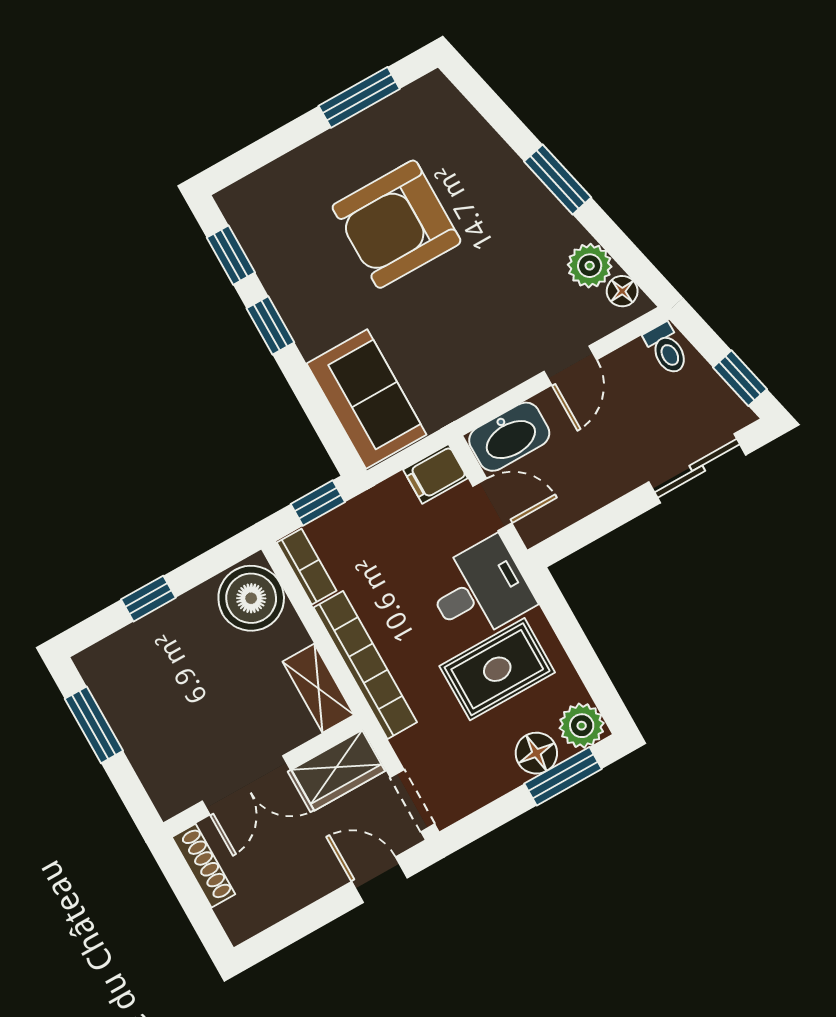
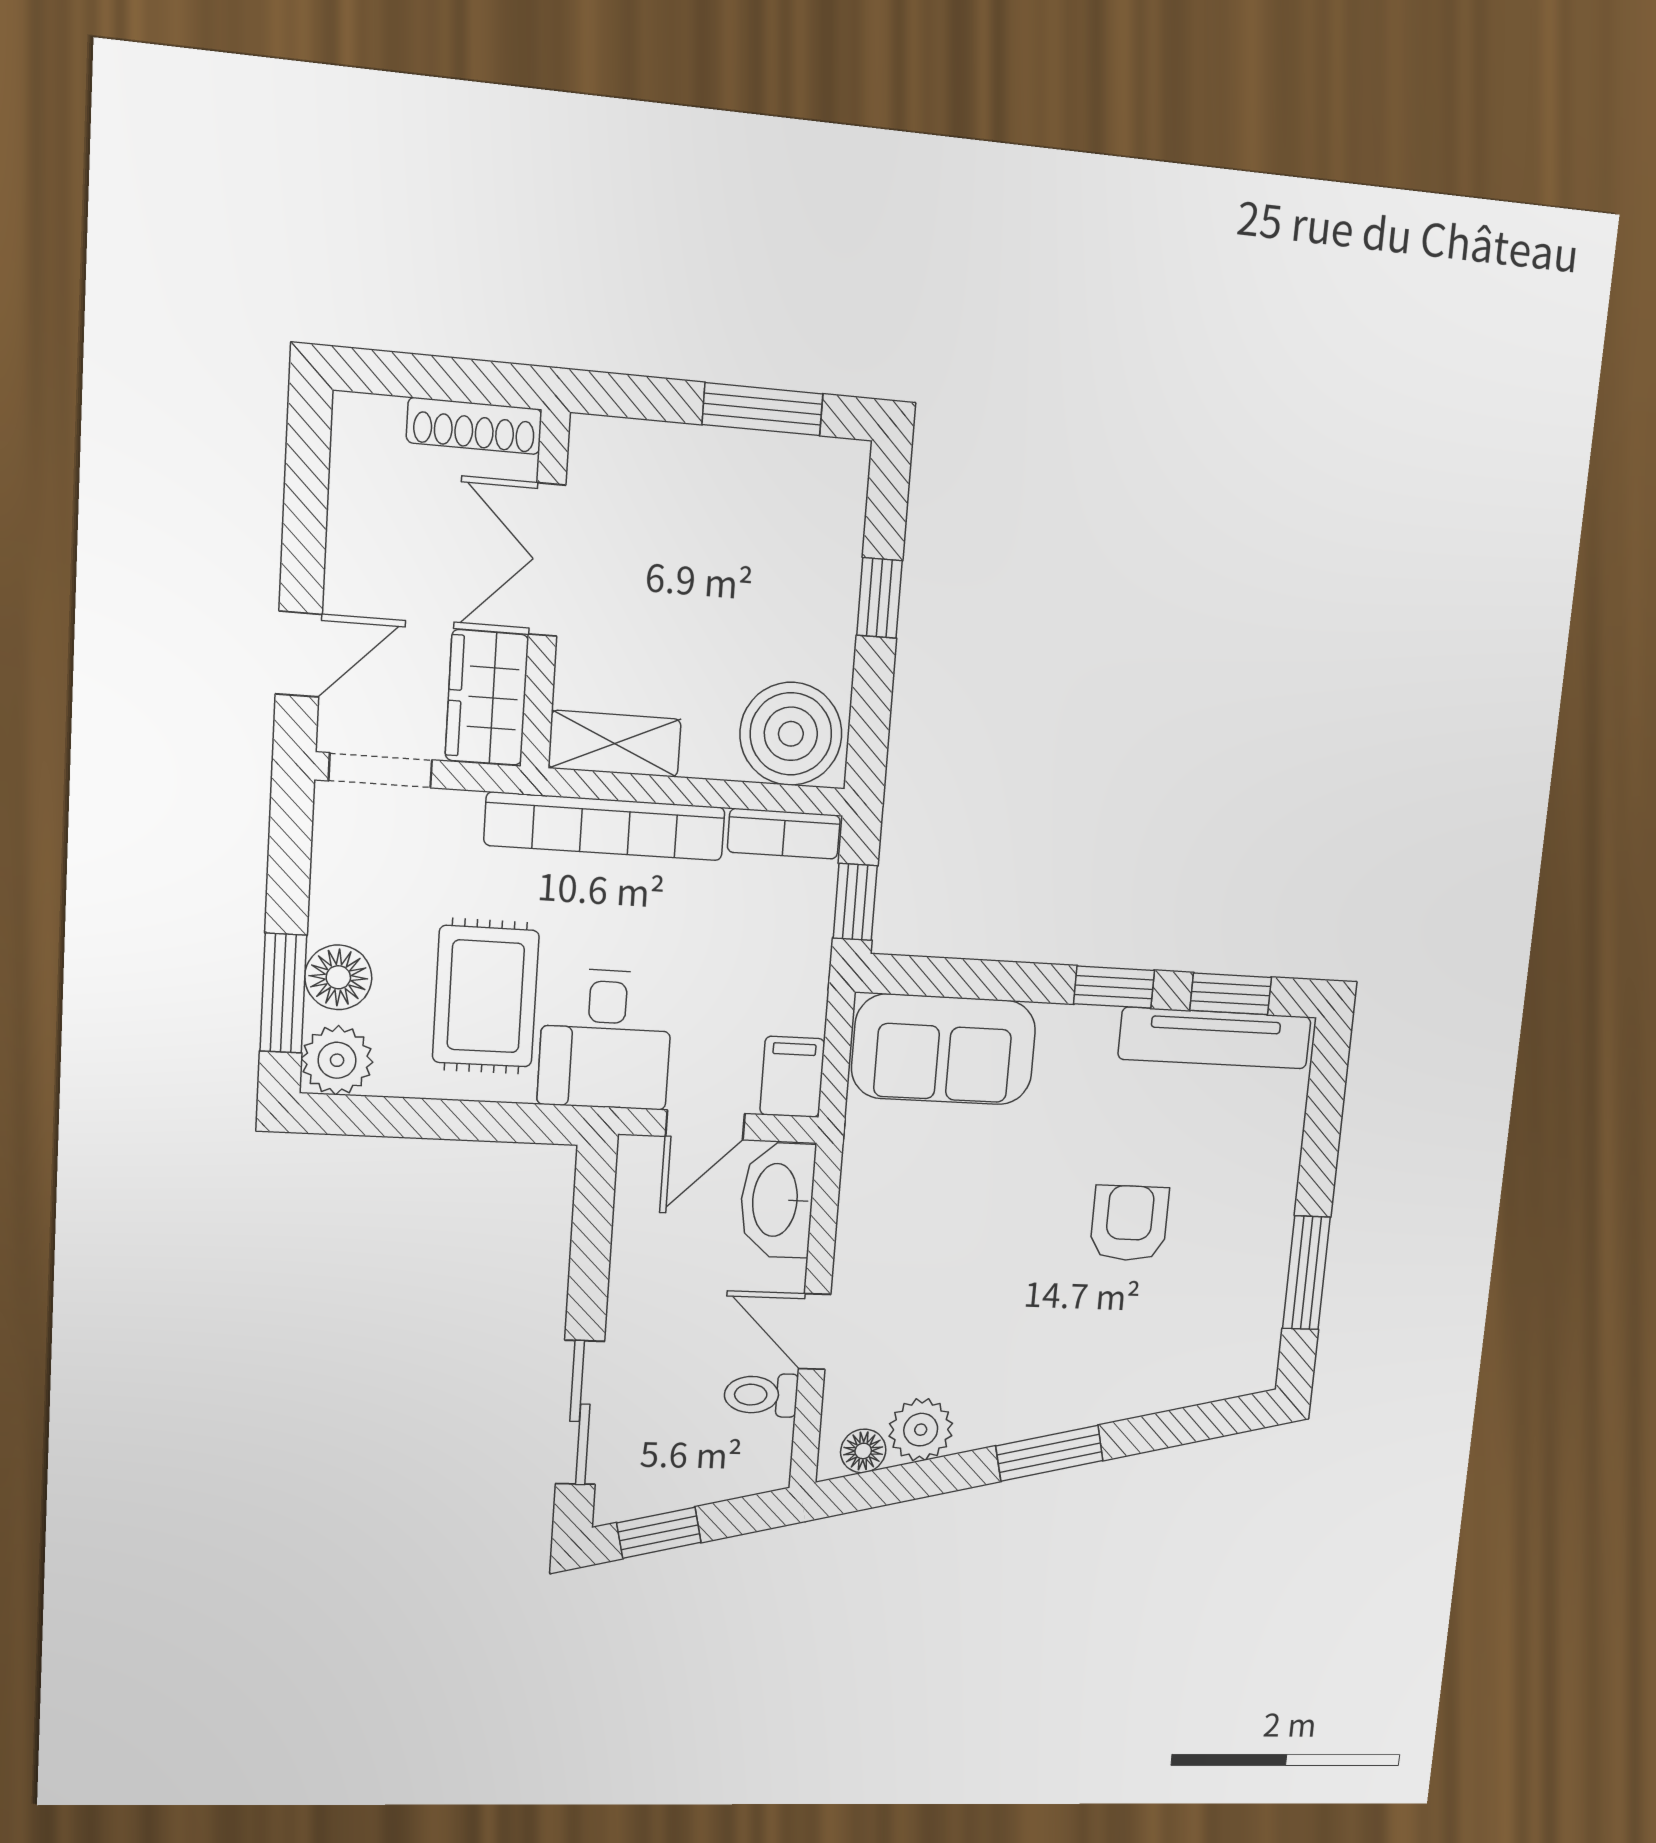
armchair: (396, 224) -> (1129, 1223), width x0.53, depth x0.53
tv unit: (261, 247) -> (1215, 1038), added
toilet: (667, 349) -> (761, 1395), moved

